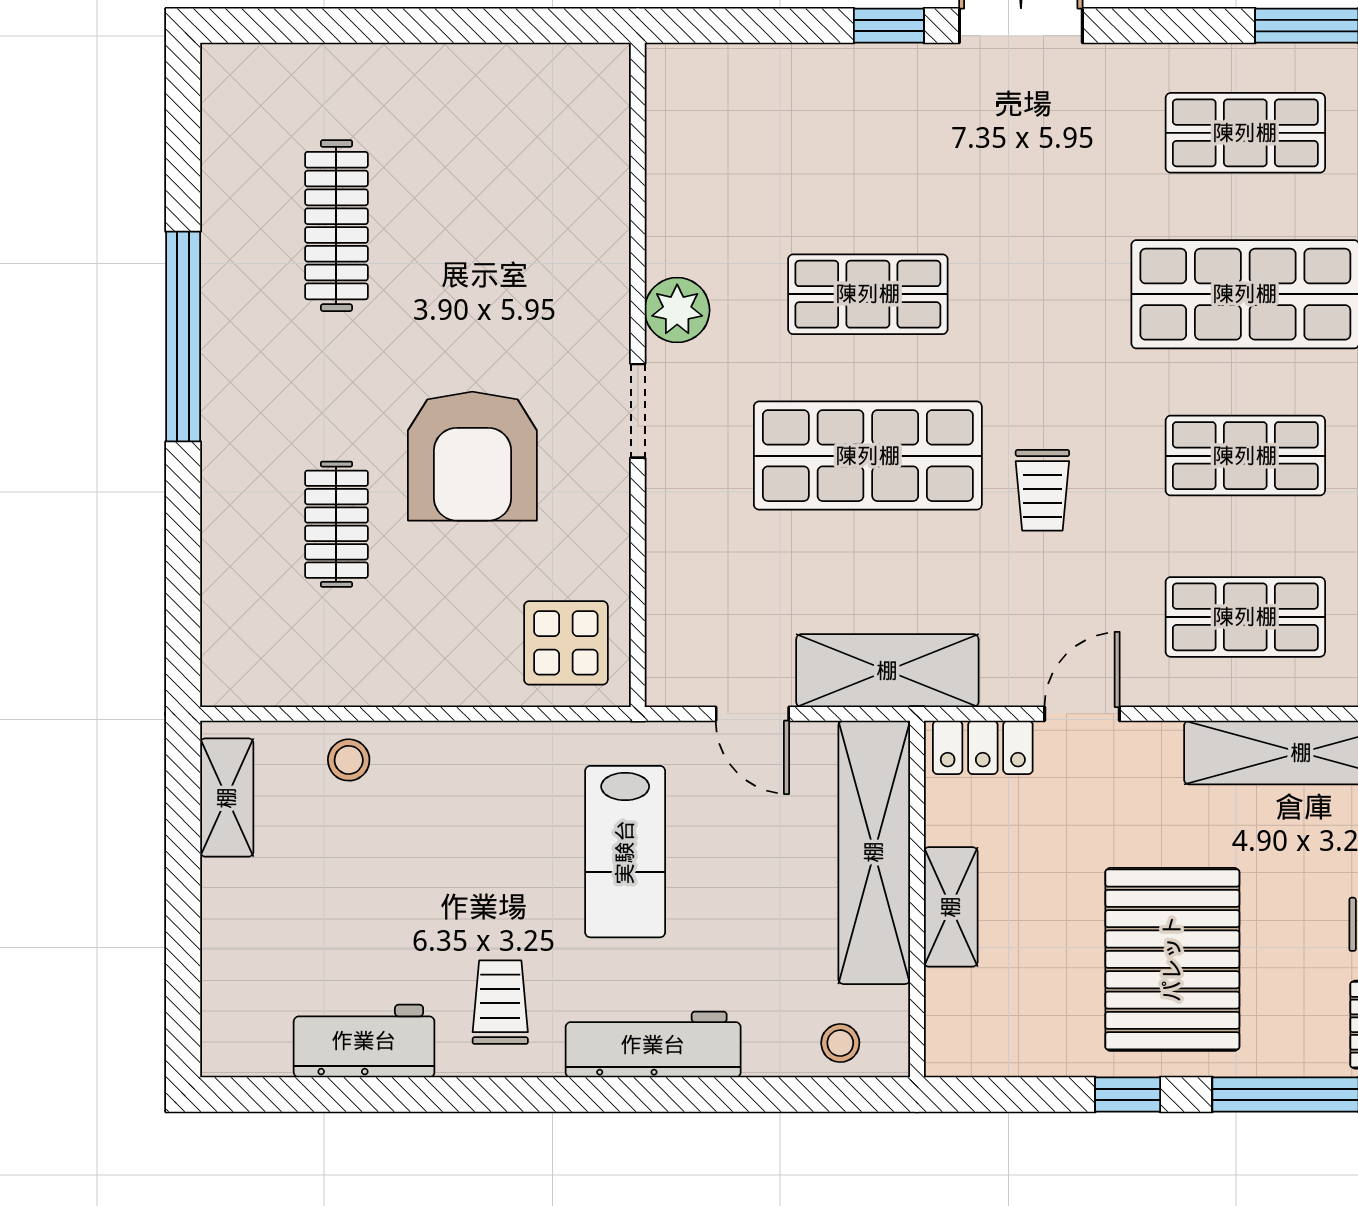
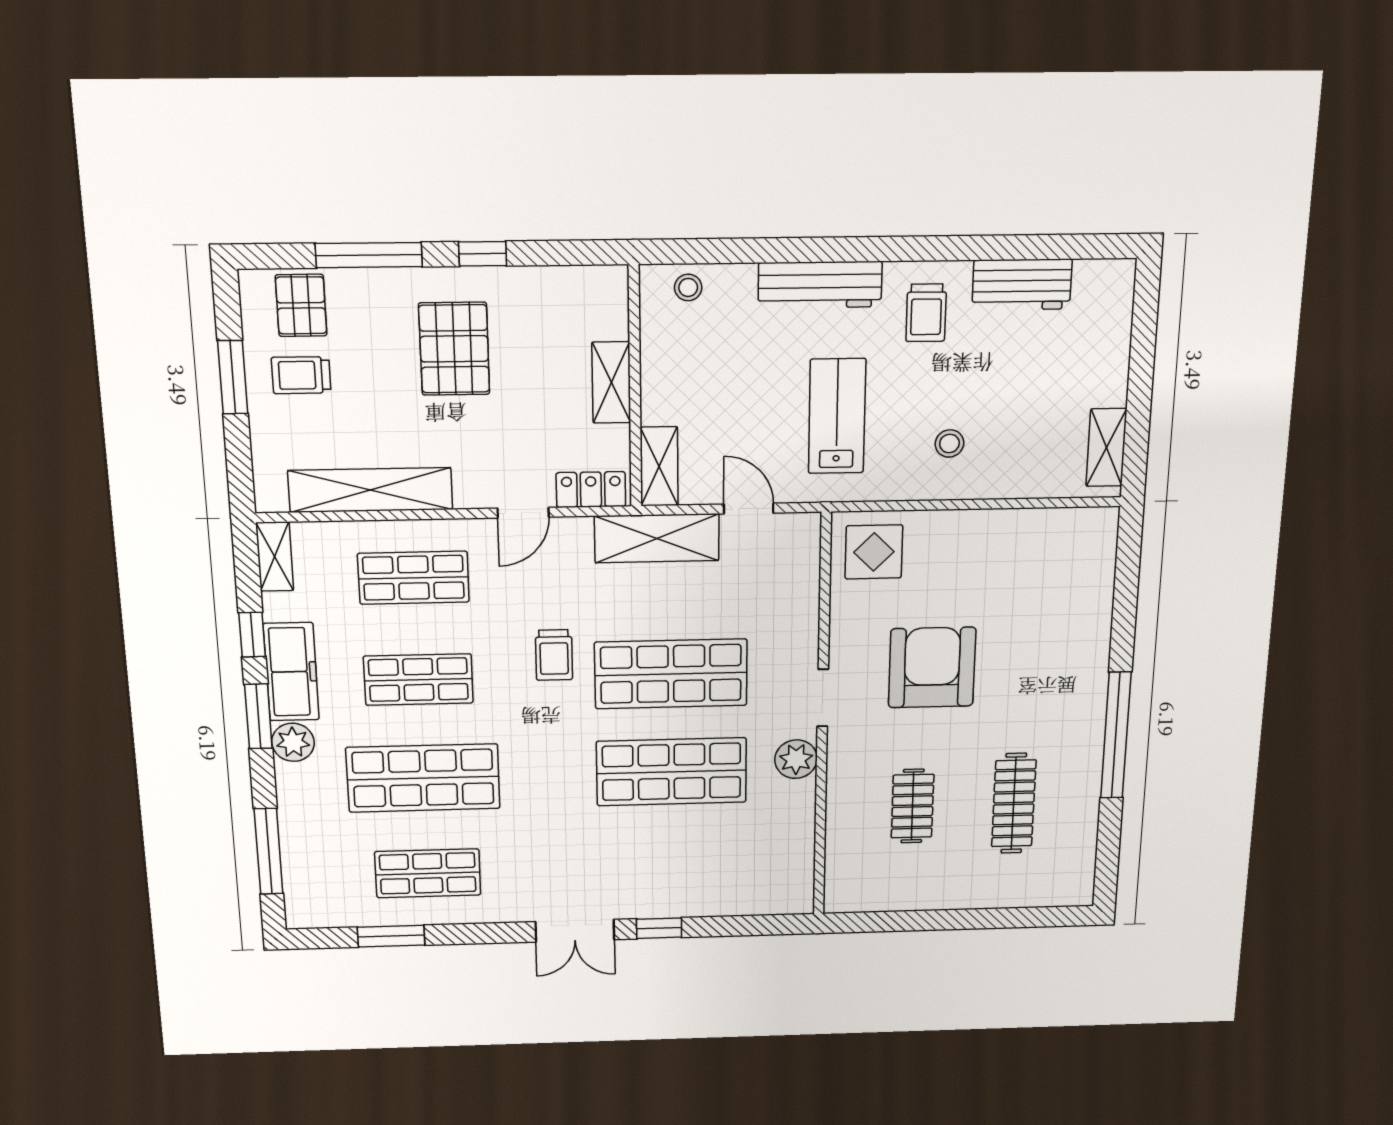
shop shelf: (868, 294) -> (672, 772), width x1.43, depth x1.36
trolley: (1042, 490) -> (554, 655), turned 180
clothes rail: (336, 524) -> (913, 806), moved
stool: (349, 760) -> (949, 443), moved
shelving: (874, 852) -> (659, 466), width x0.45, depth x0.75
pallet: (1172, 959) -> (454, 349), width x0.73, depth x0.71

